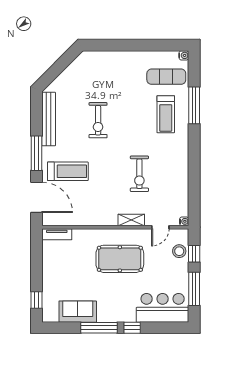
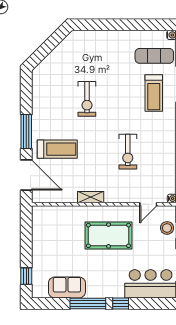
bench: (49, 119) -> (38, 98), removed
shelving: (131, 220) -> (91, 197), moved
tv unit: (57, 234) -> (46, 211), removed

